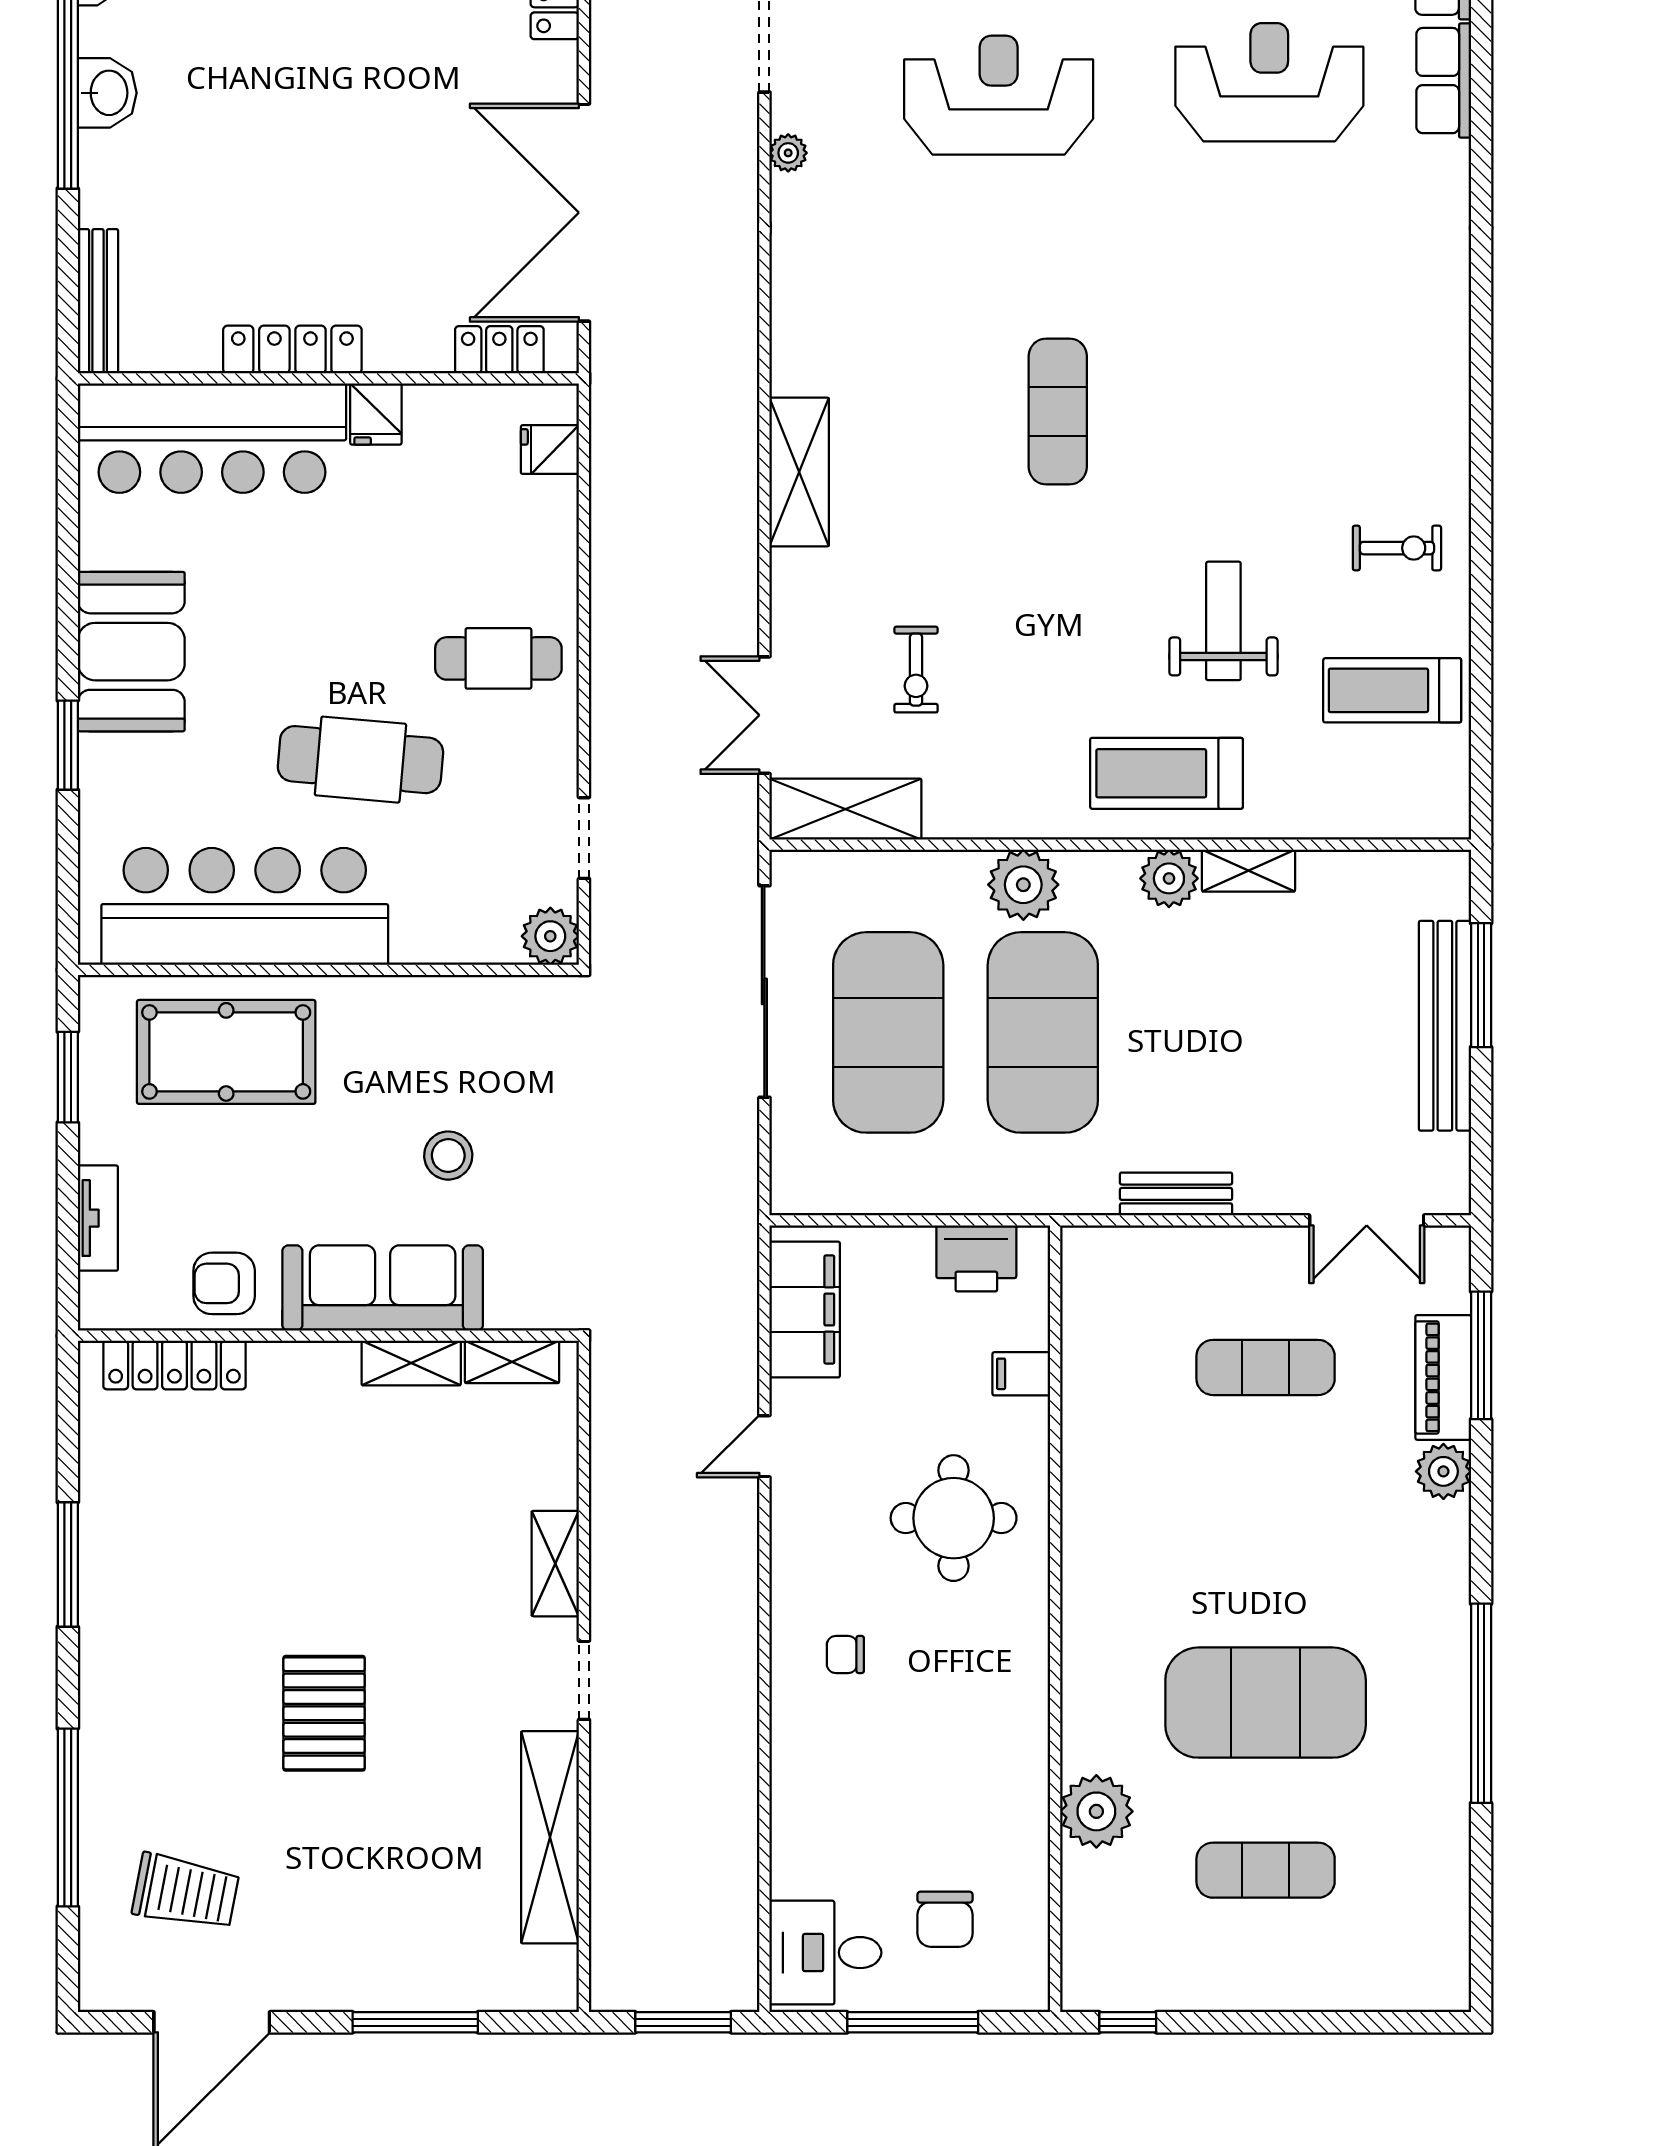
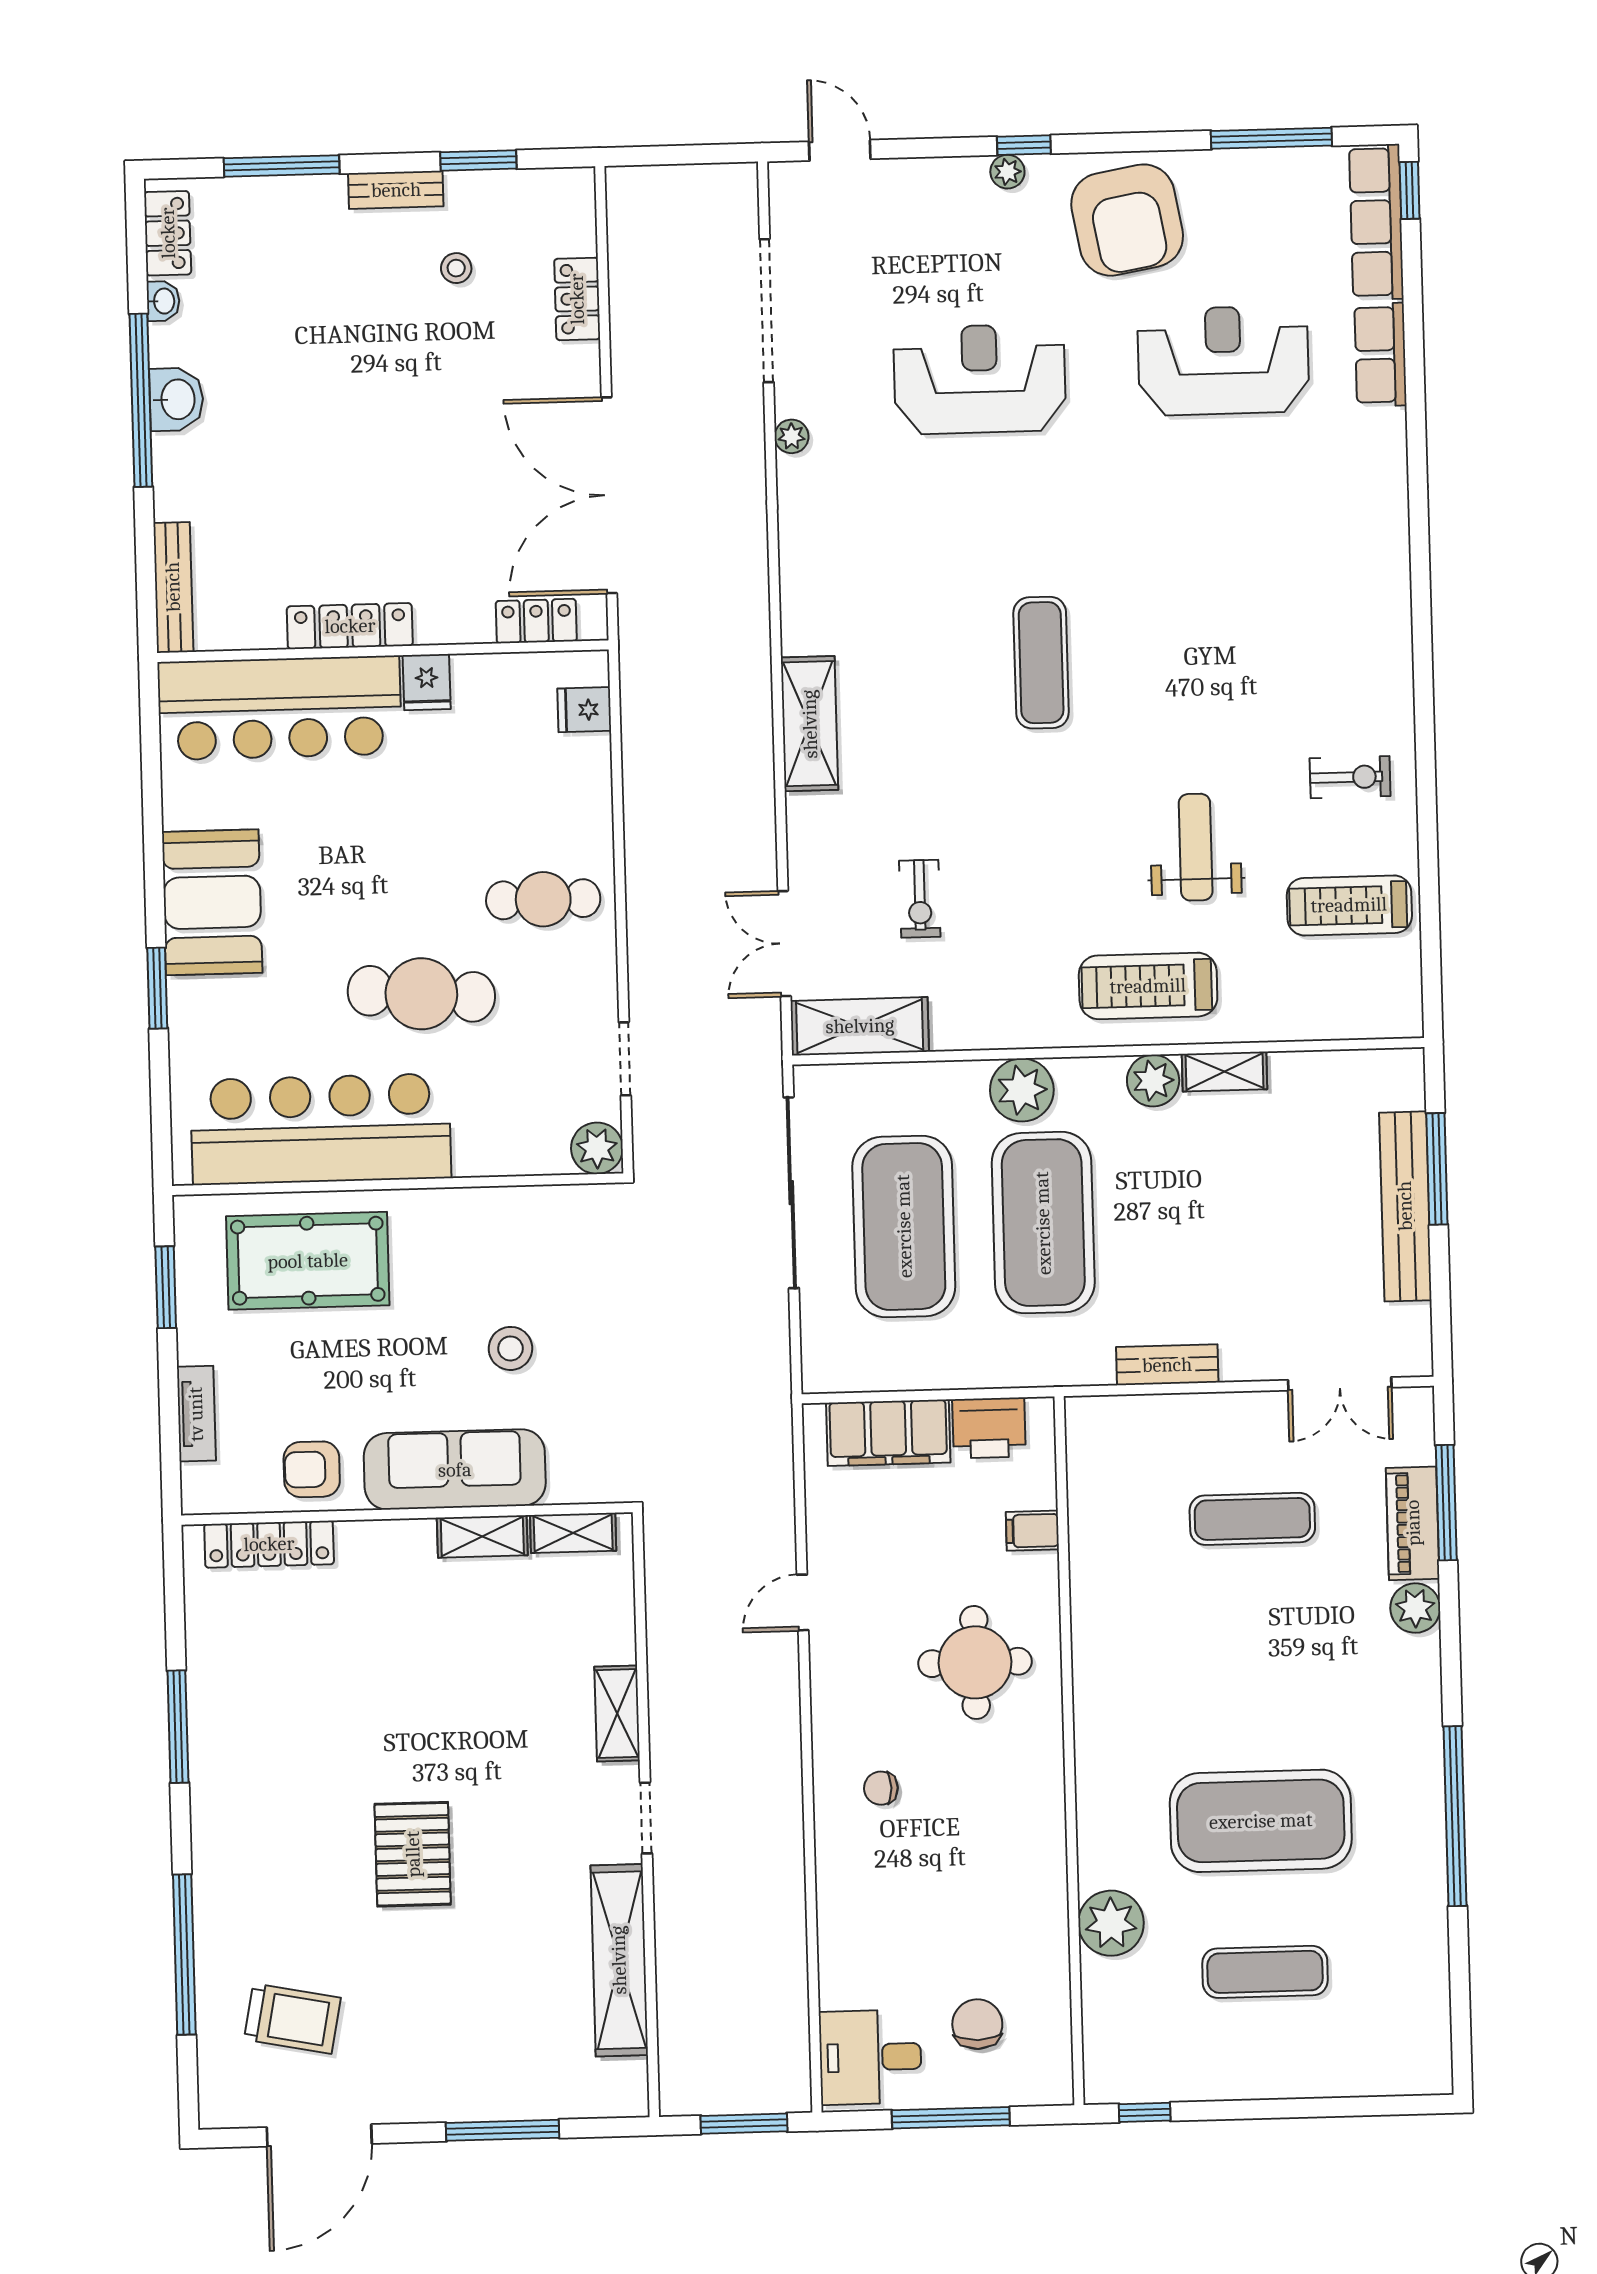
filing cabinet: (805, 1310) -> (888, 1433), moved, turned 90
chair: (945, 1919) -> (977, 2024), turned 180

